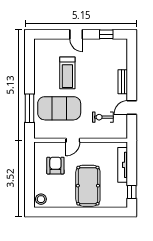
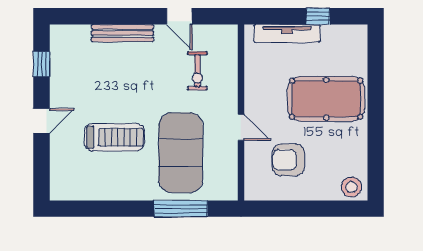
bench: (123, 82) -> (122, 33), width x1.36
window: (132, 192) -> (318, 16), moved

